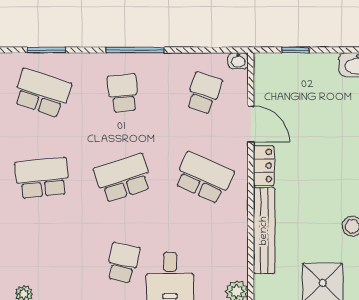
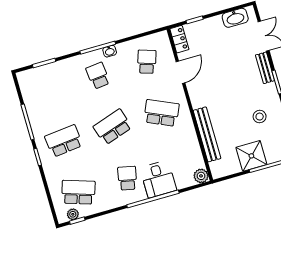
washbasin: (238, 61) -> (110, 51), moved
school desk: (42, 93) -> (78, 192), moved
door: (251, 124) -> (180, 72), hinge flipped
locker: (264, 166) -> (179, 39), moved

